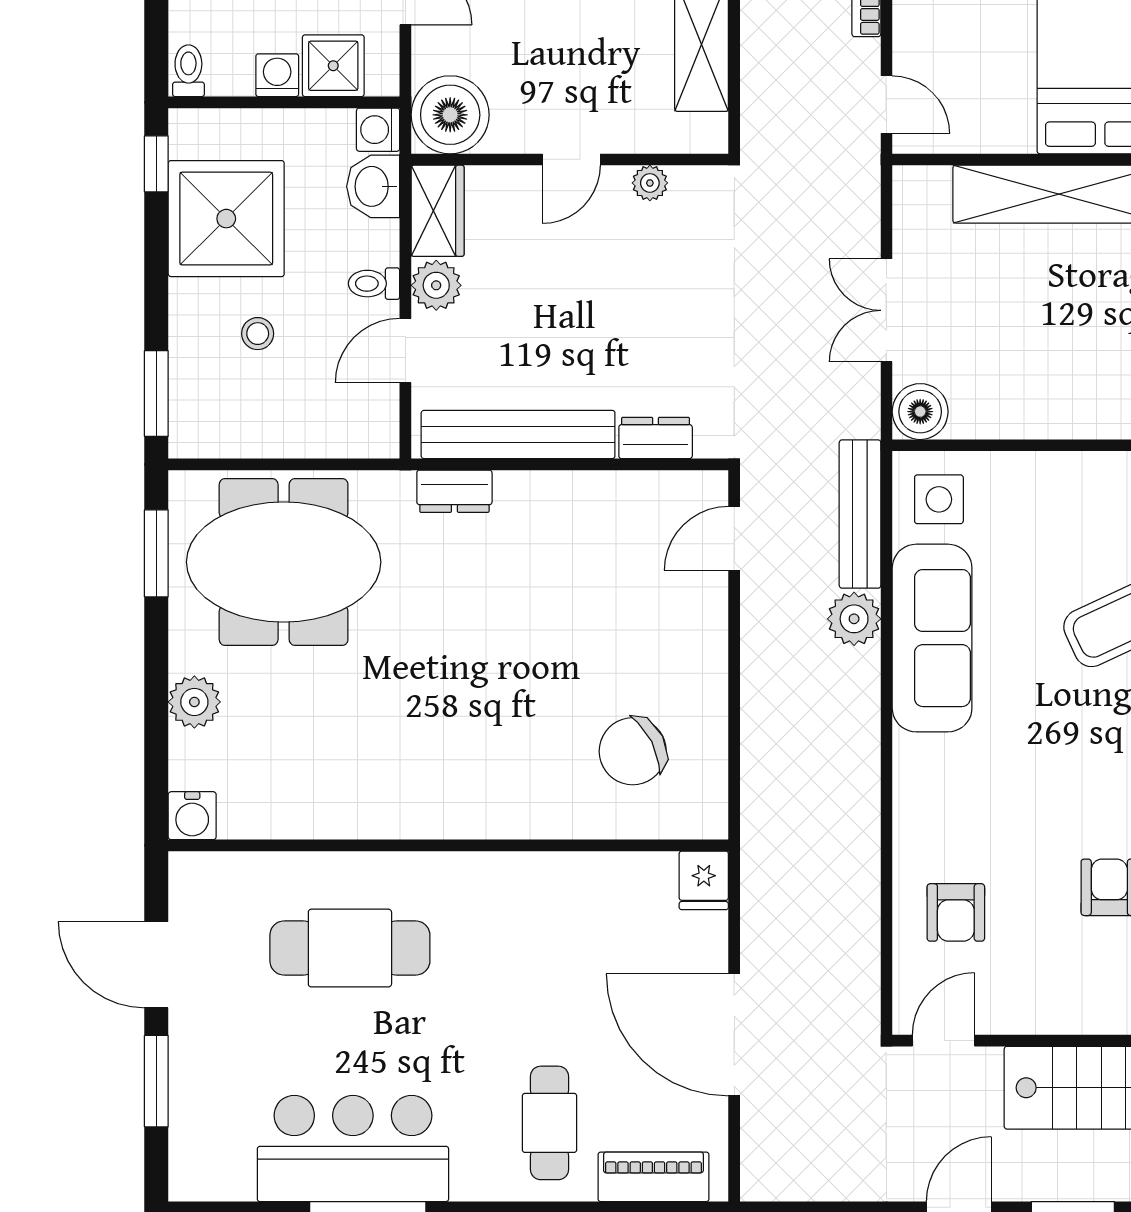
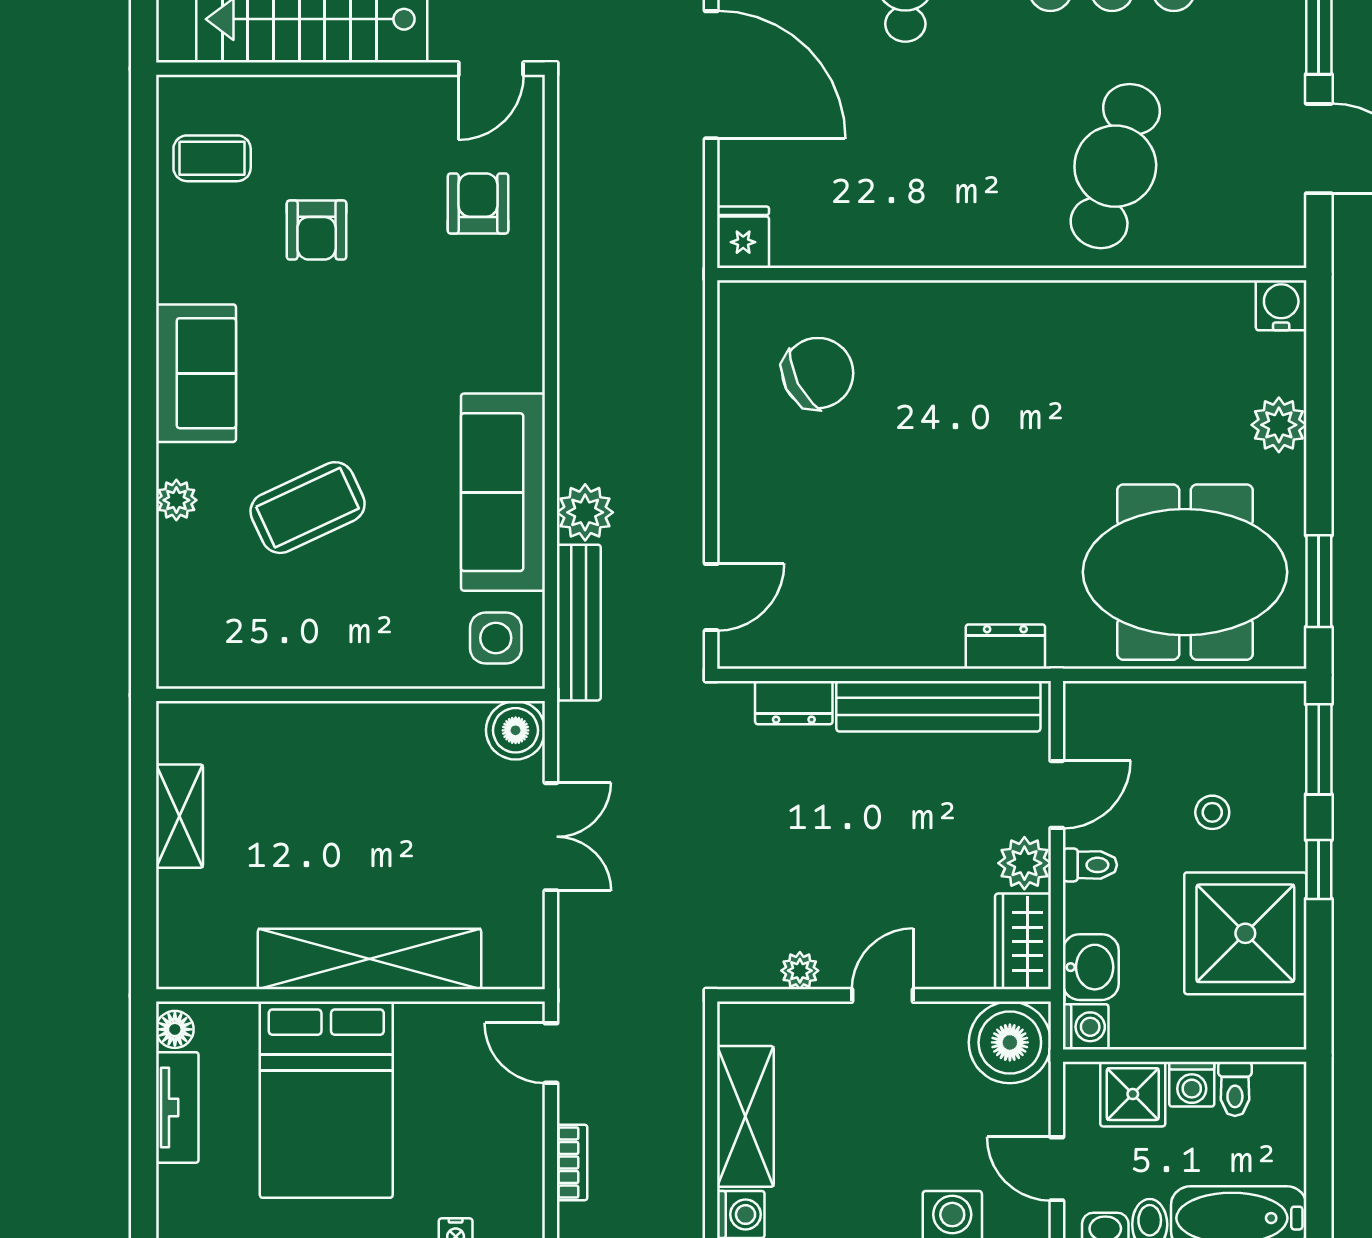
toilet: (188, 71) -> (1235, 1089), moved
window: (156, 164) -> (1319, 869), moved
cafe table: (350, 948) -> (1115, 166), turned -74

